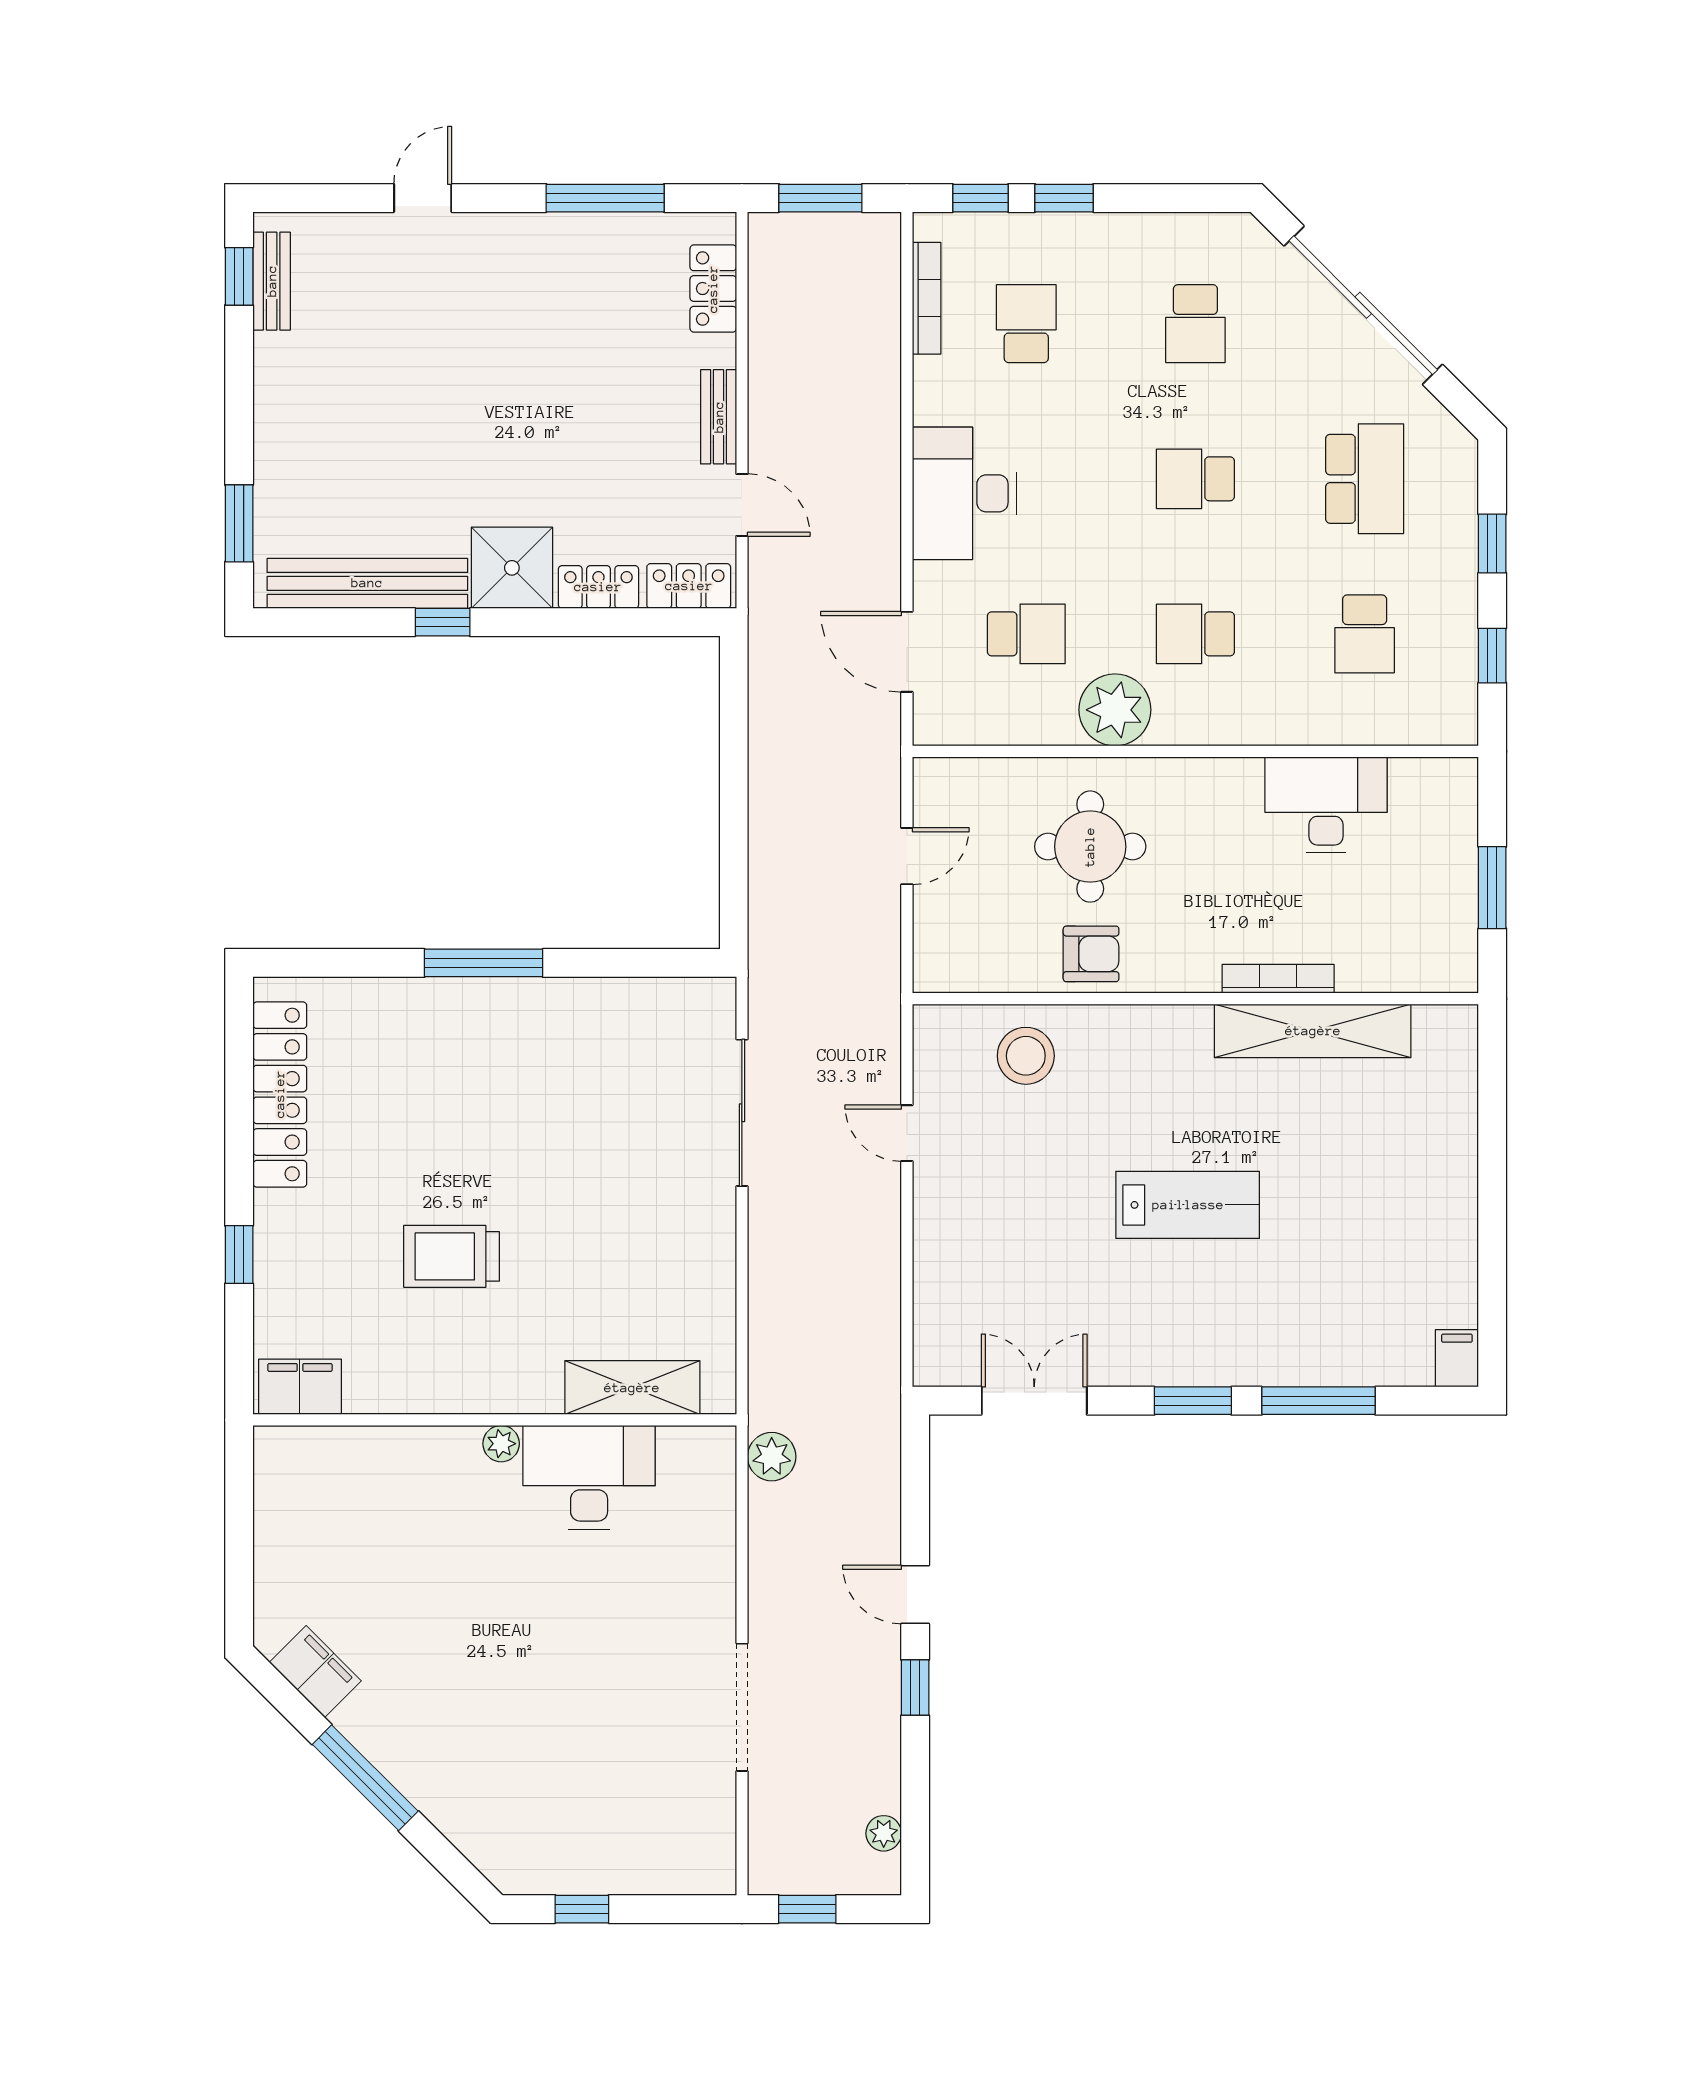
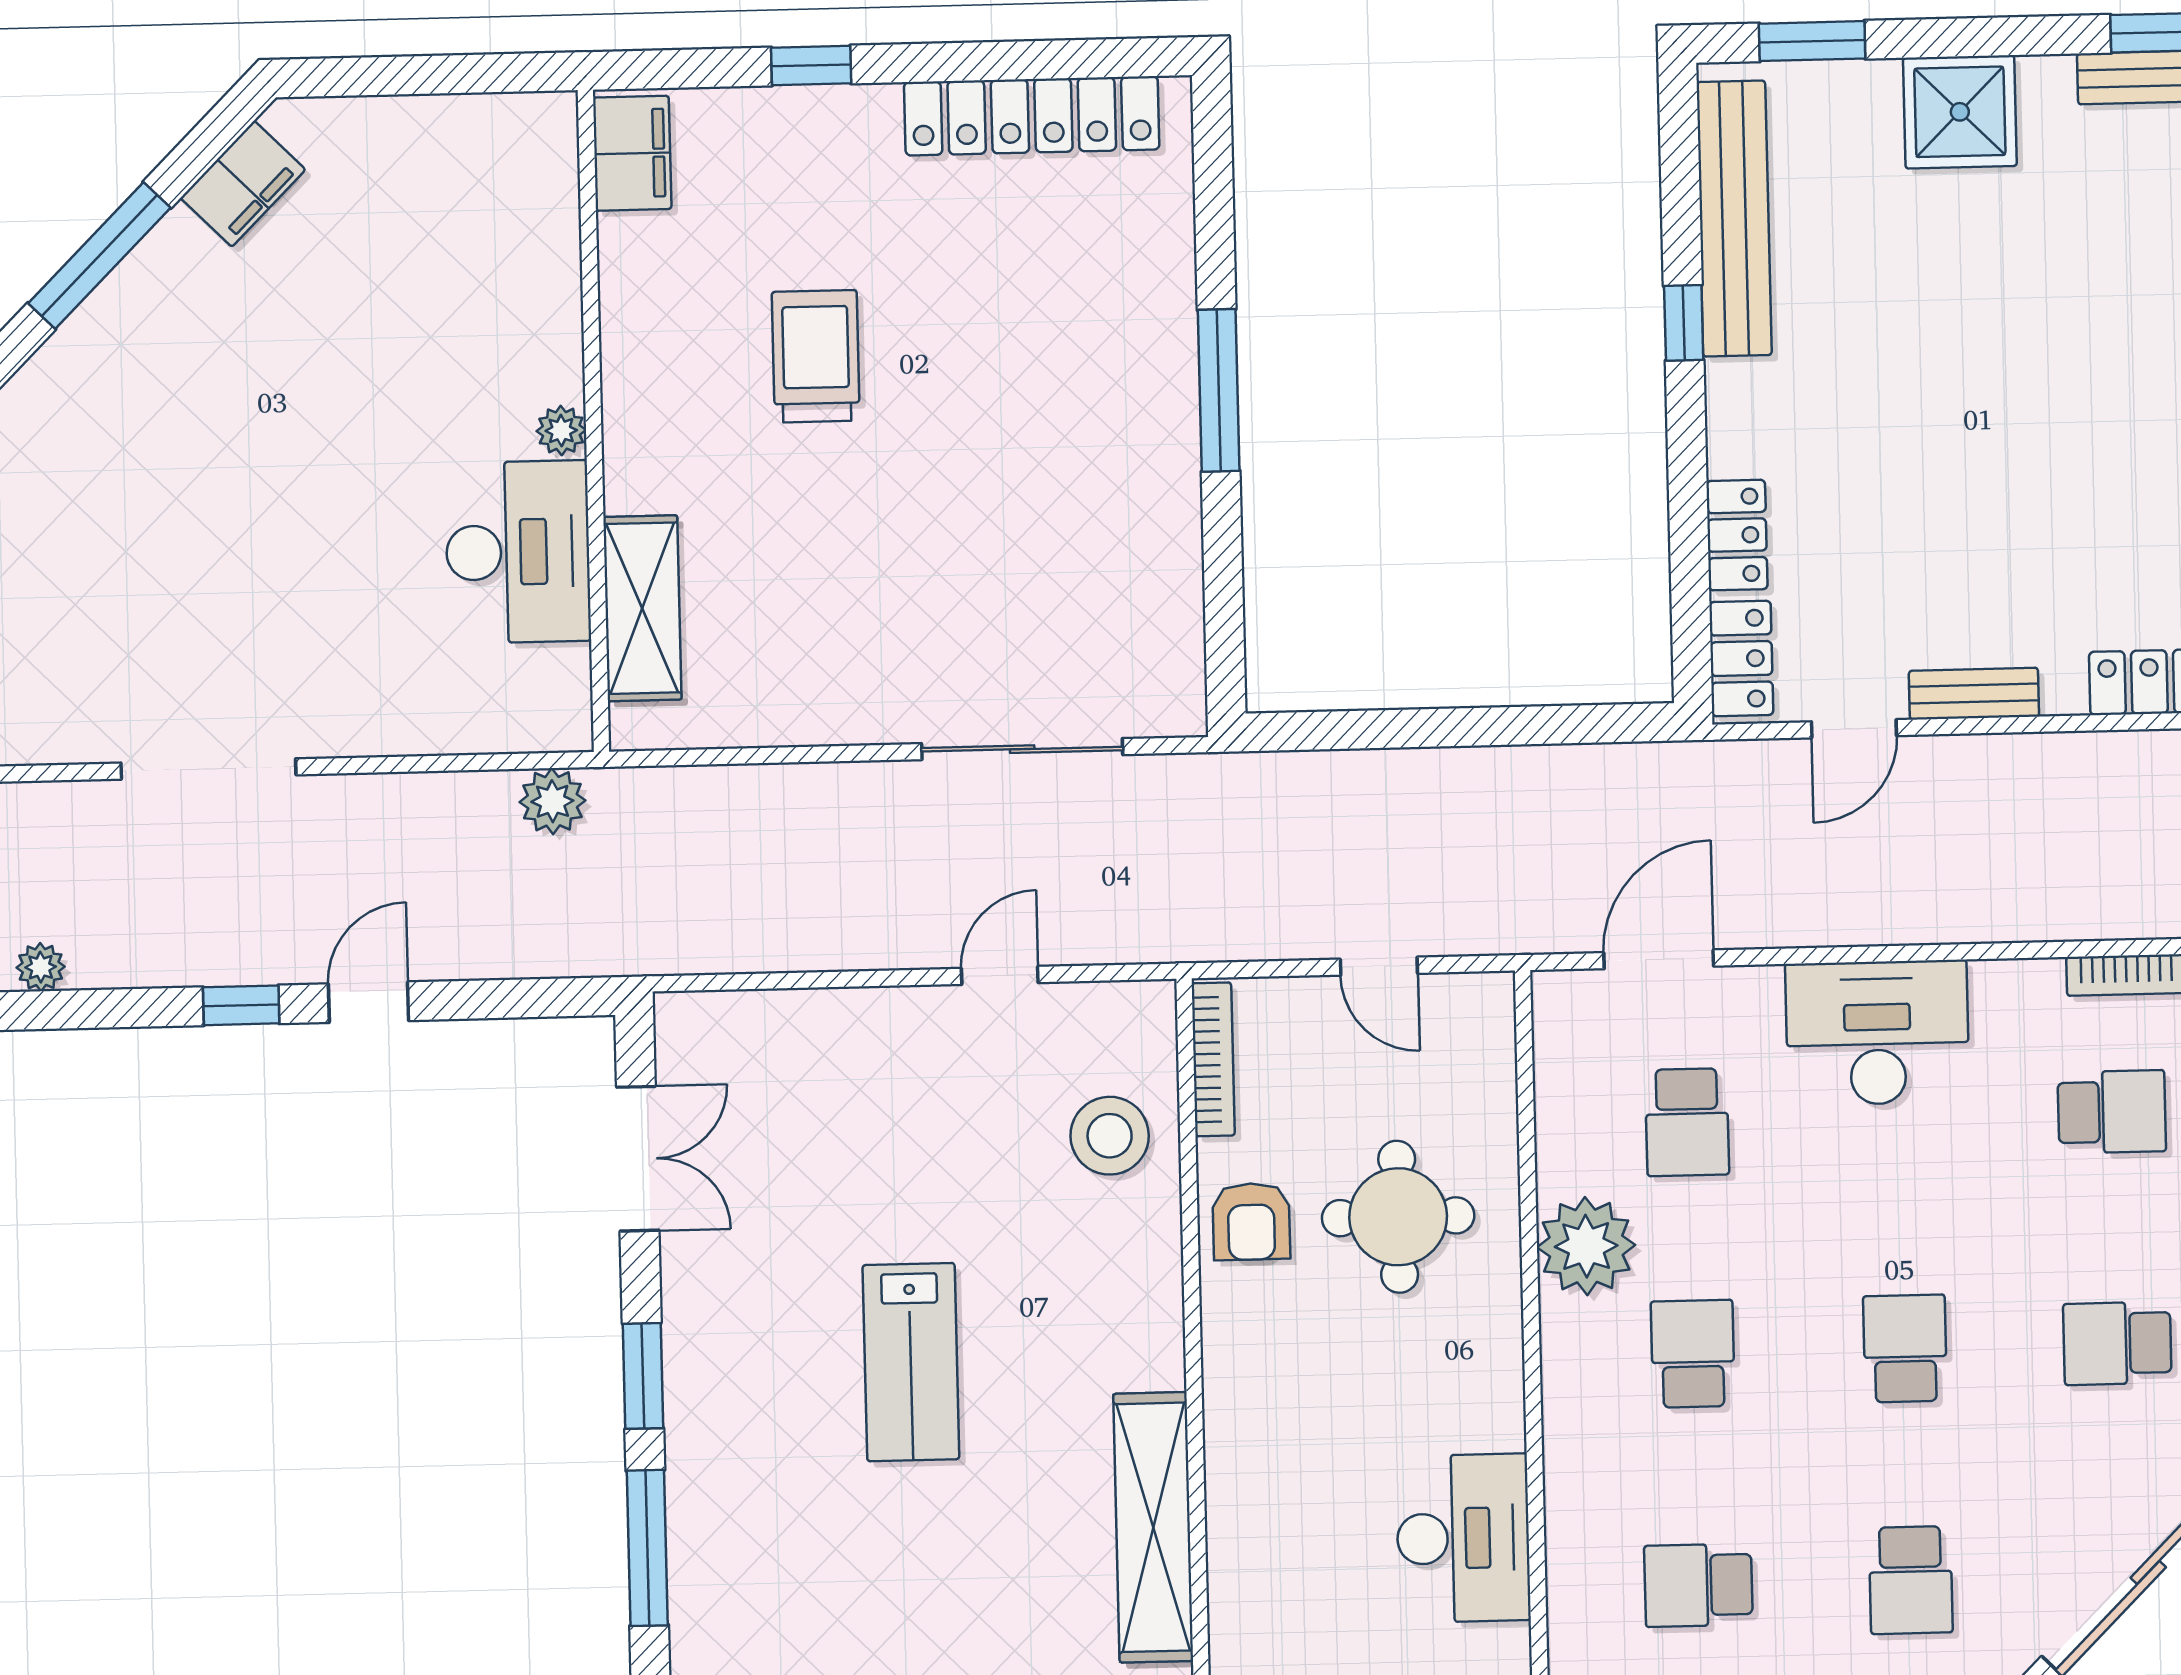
school desk: (1365, 479) -> (1911, 1580), width x0.54
shower: (512, 568) -> (1960, 112), moved
bookcase: (1278, 979) -> (1213, 1059), moved

